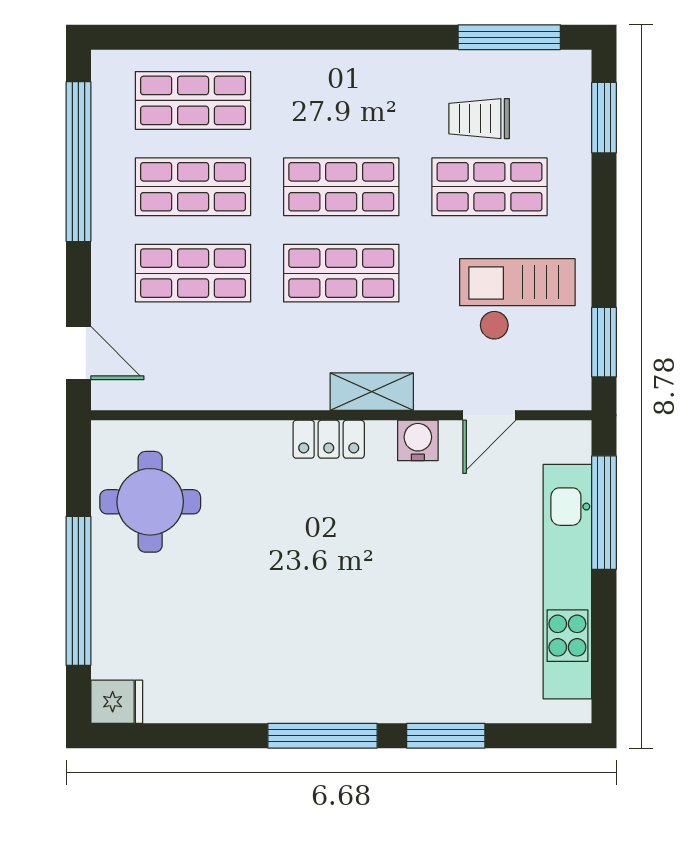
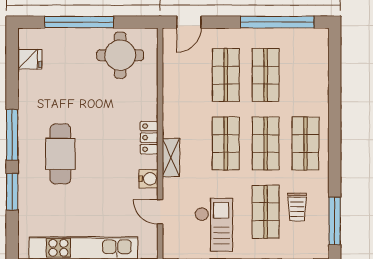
shop shelf: (193, 100) -> (305, 143), moved
trolley: (479, 119) -> (297, 207), turned 180
cafe table: (364, 631) -> (60, 154), added
fridge: (117, 702) -> (30, 59), moved, turned -90

